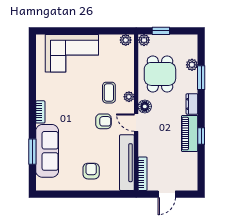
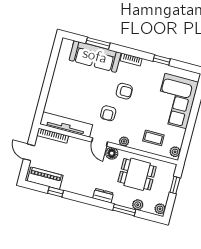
plant: (144, 40) -> (160, 209), moved
window: (32, 80) -> (162, 60), added
coffee table: (109, 93) -> (153, 138), moved
door: (136, 123) -> (100, 142), swing flipped
piano: (190, 134) -> (45, 178), moved
window: (201, 136) -> (56, 192), moved
armchair: (91, 171) -> (124, 91), moved

